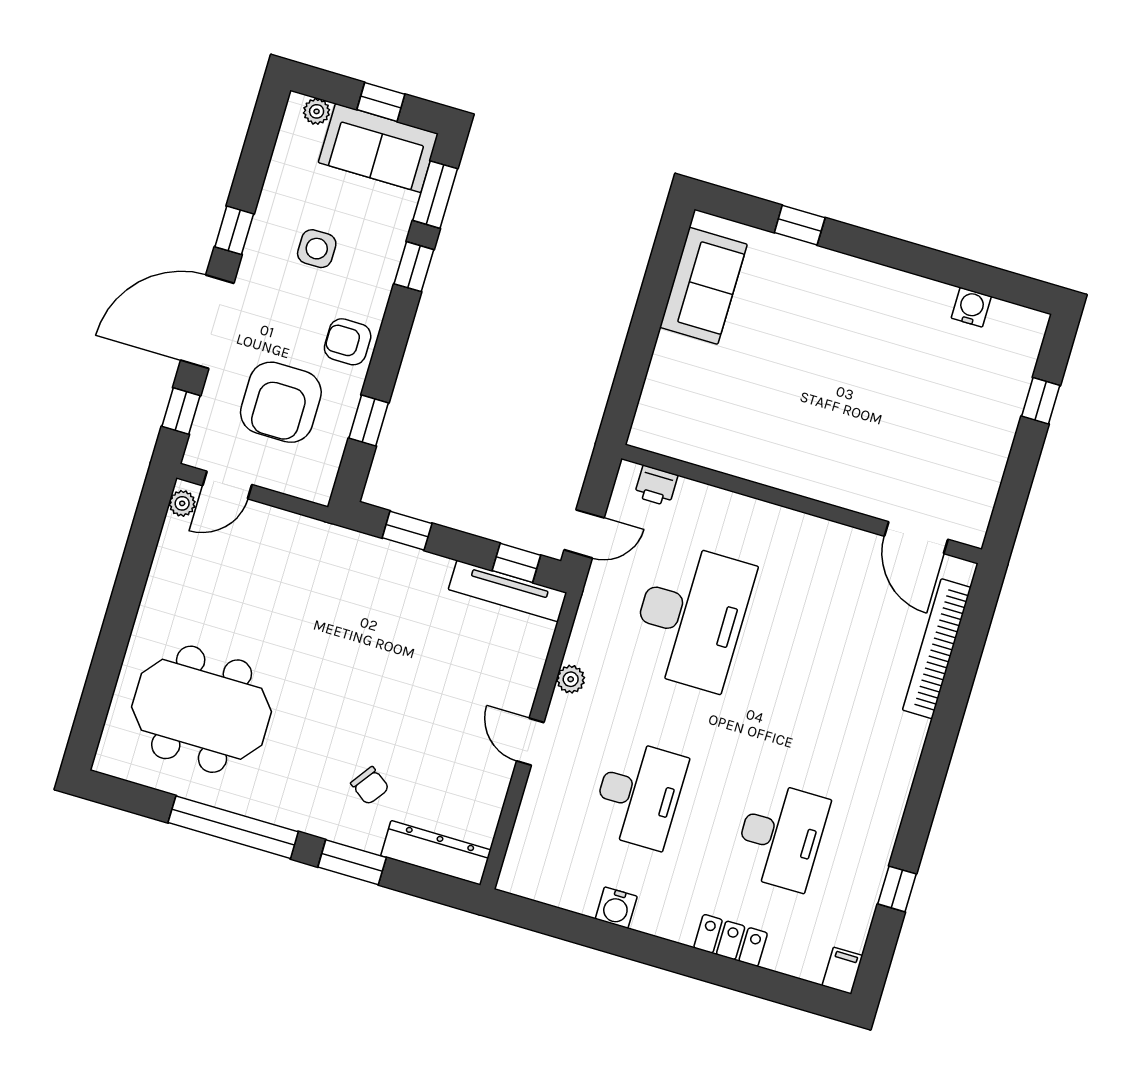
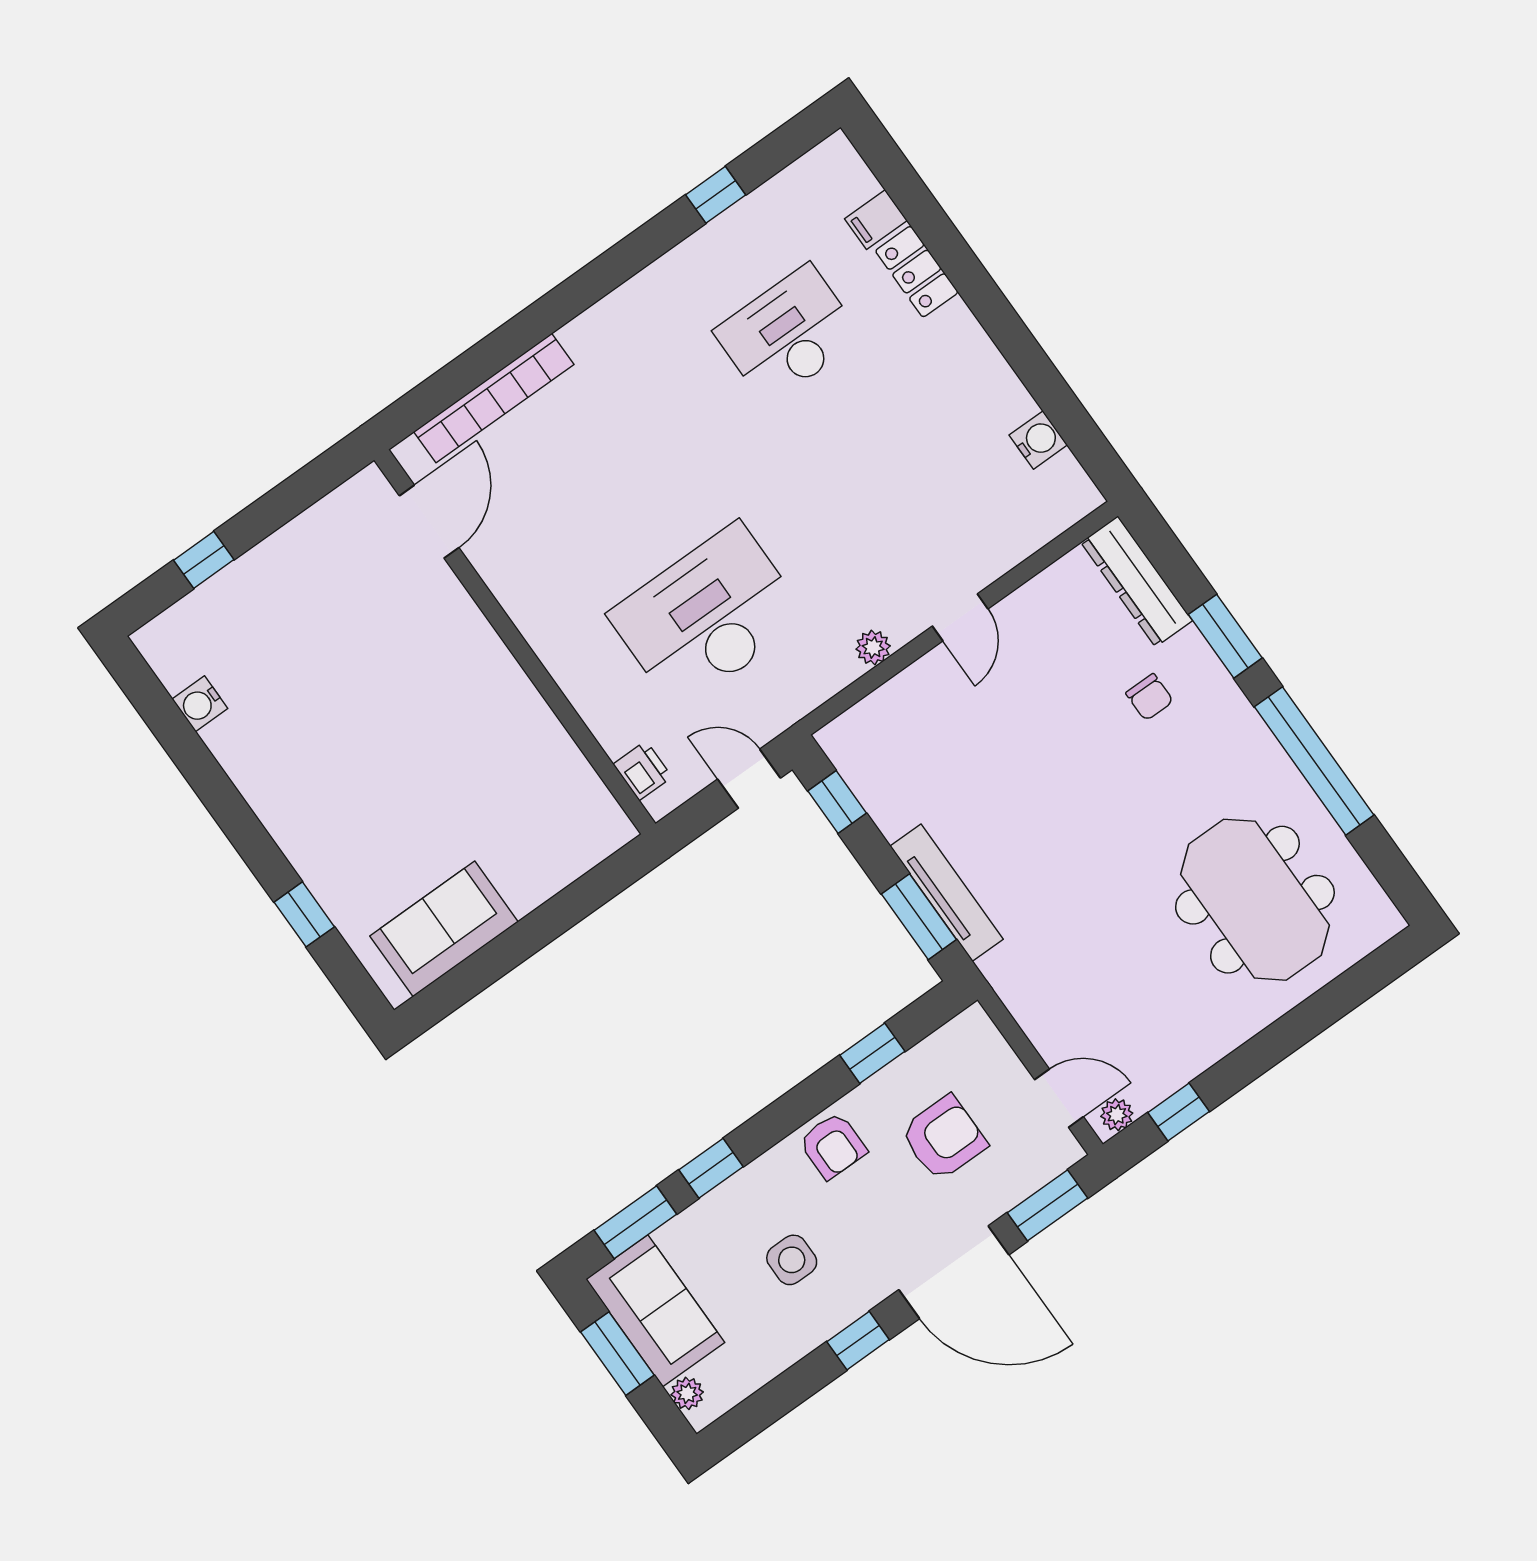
window: (381, 102) -> (617, 1354), width x1.50
armchair: (281, 402) -> (944, 1138), width x0.73, depth x0.73
window: (181, 411) -> (1047, 1205), width x1.50
window: (407, 531) -> (919, 917), width x1.50
window: (144, 536) -> (1179, 1112), added
tv unit: (508, 591) -> (947, 893), moved
chair: (370, 786) -> (1150, 697), turned 144
desk: (639, 794) -> (894, 483), removed
water cooler: (616, 908) -> (1038, 440), moved
filing cabinet: (842, 971) -> (876, 220), moved

